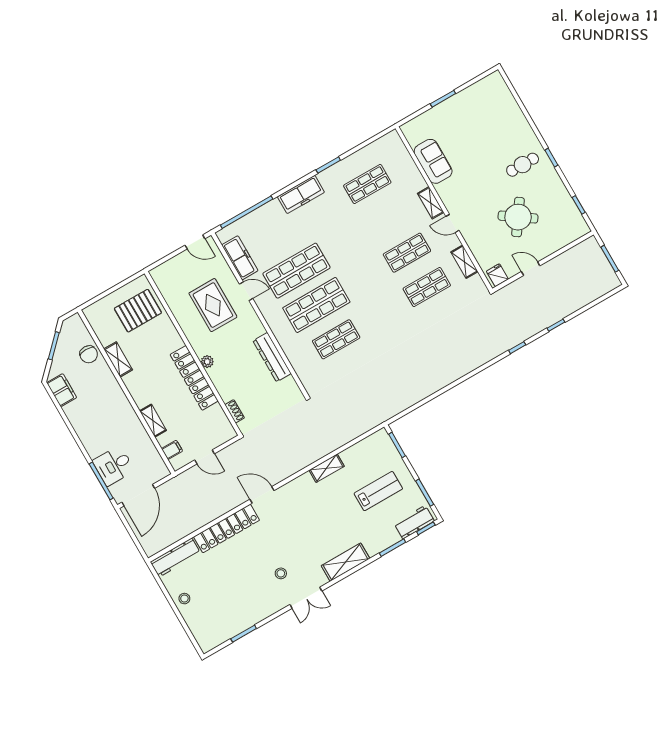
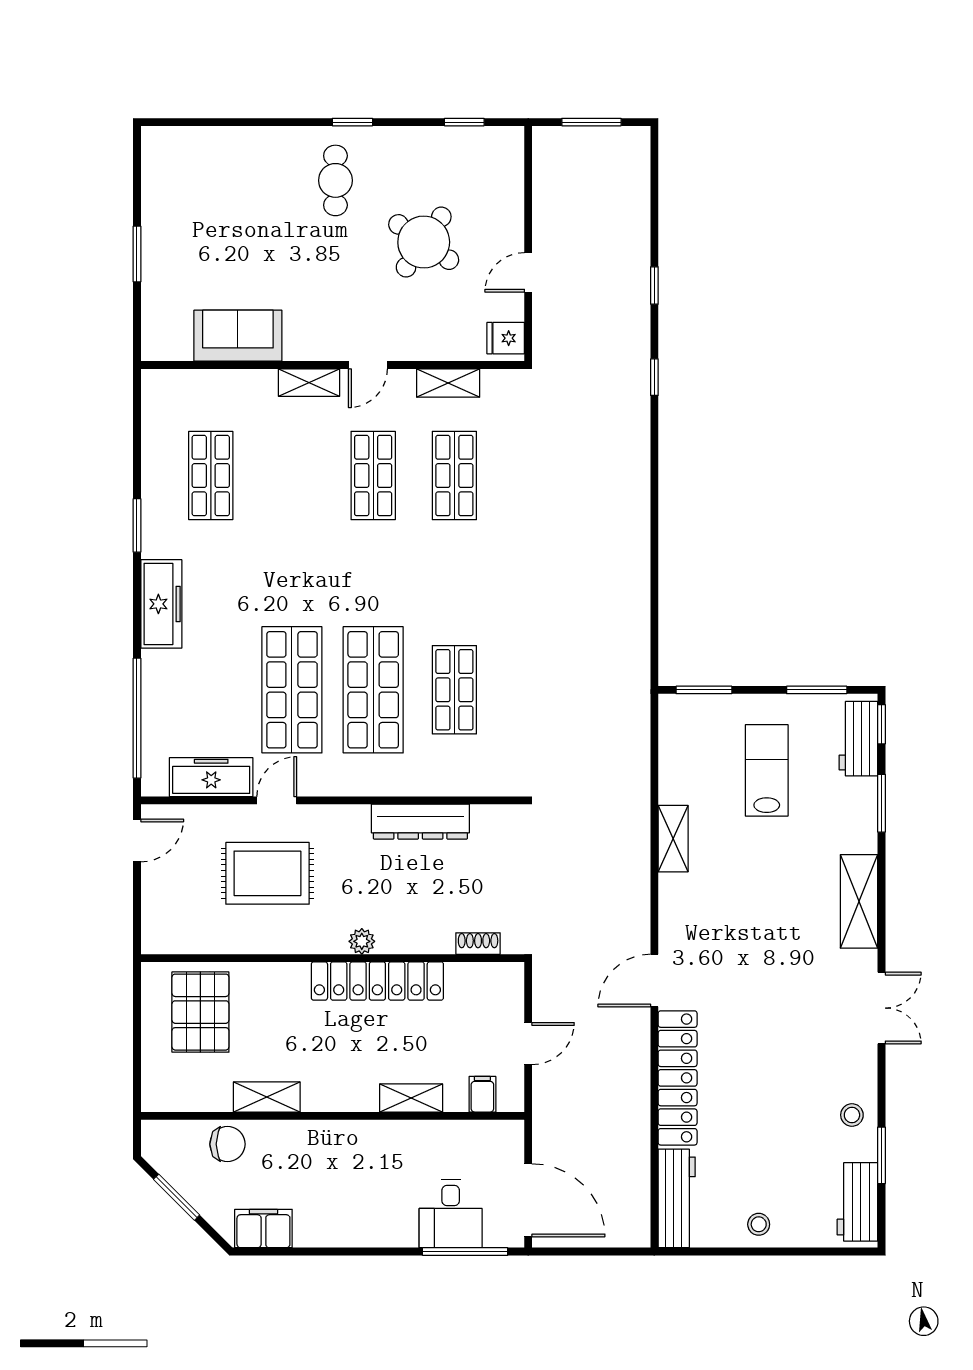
stool: (281, 573) -> (852, 1115), moved
workbench: (218, 635) -> (857, 1202), added

